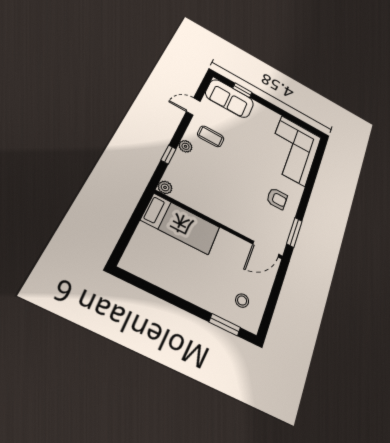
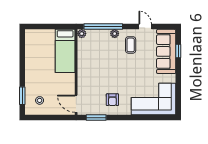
sofa: (230, 99) -> (166, 51), width x1.36
window: (169, 155) -> (103, 27), width x3.17

